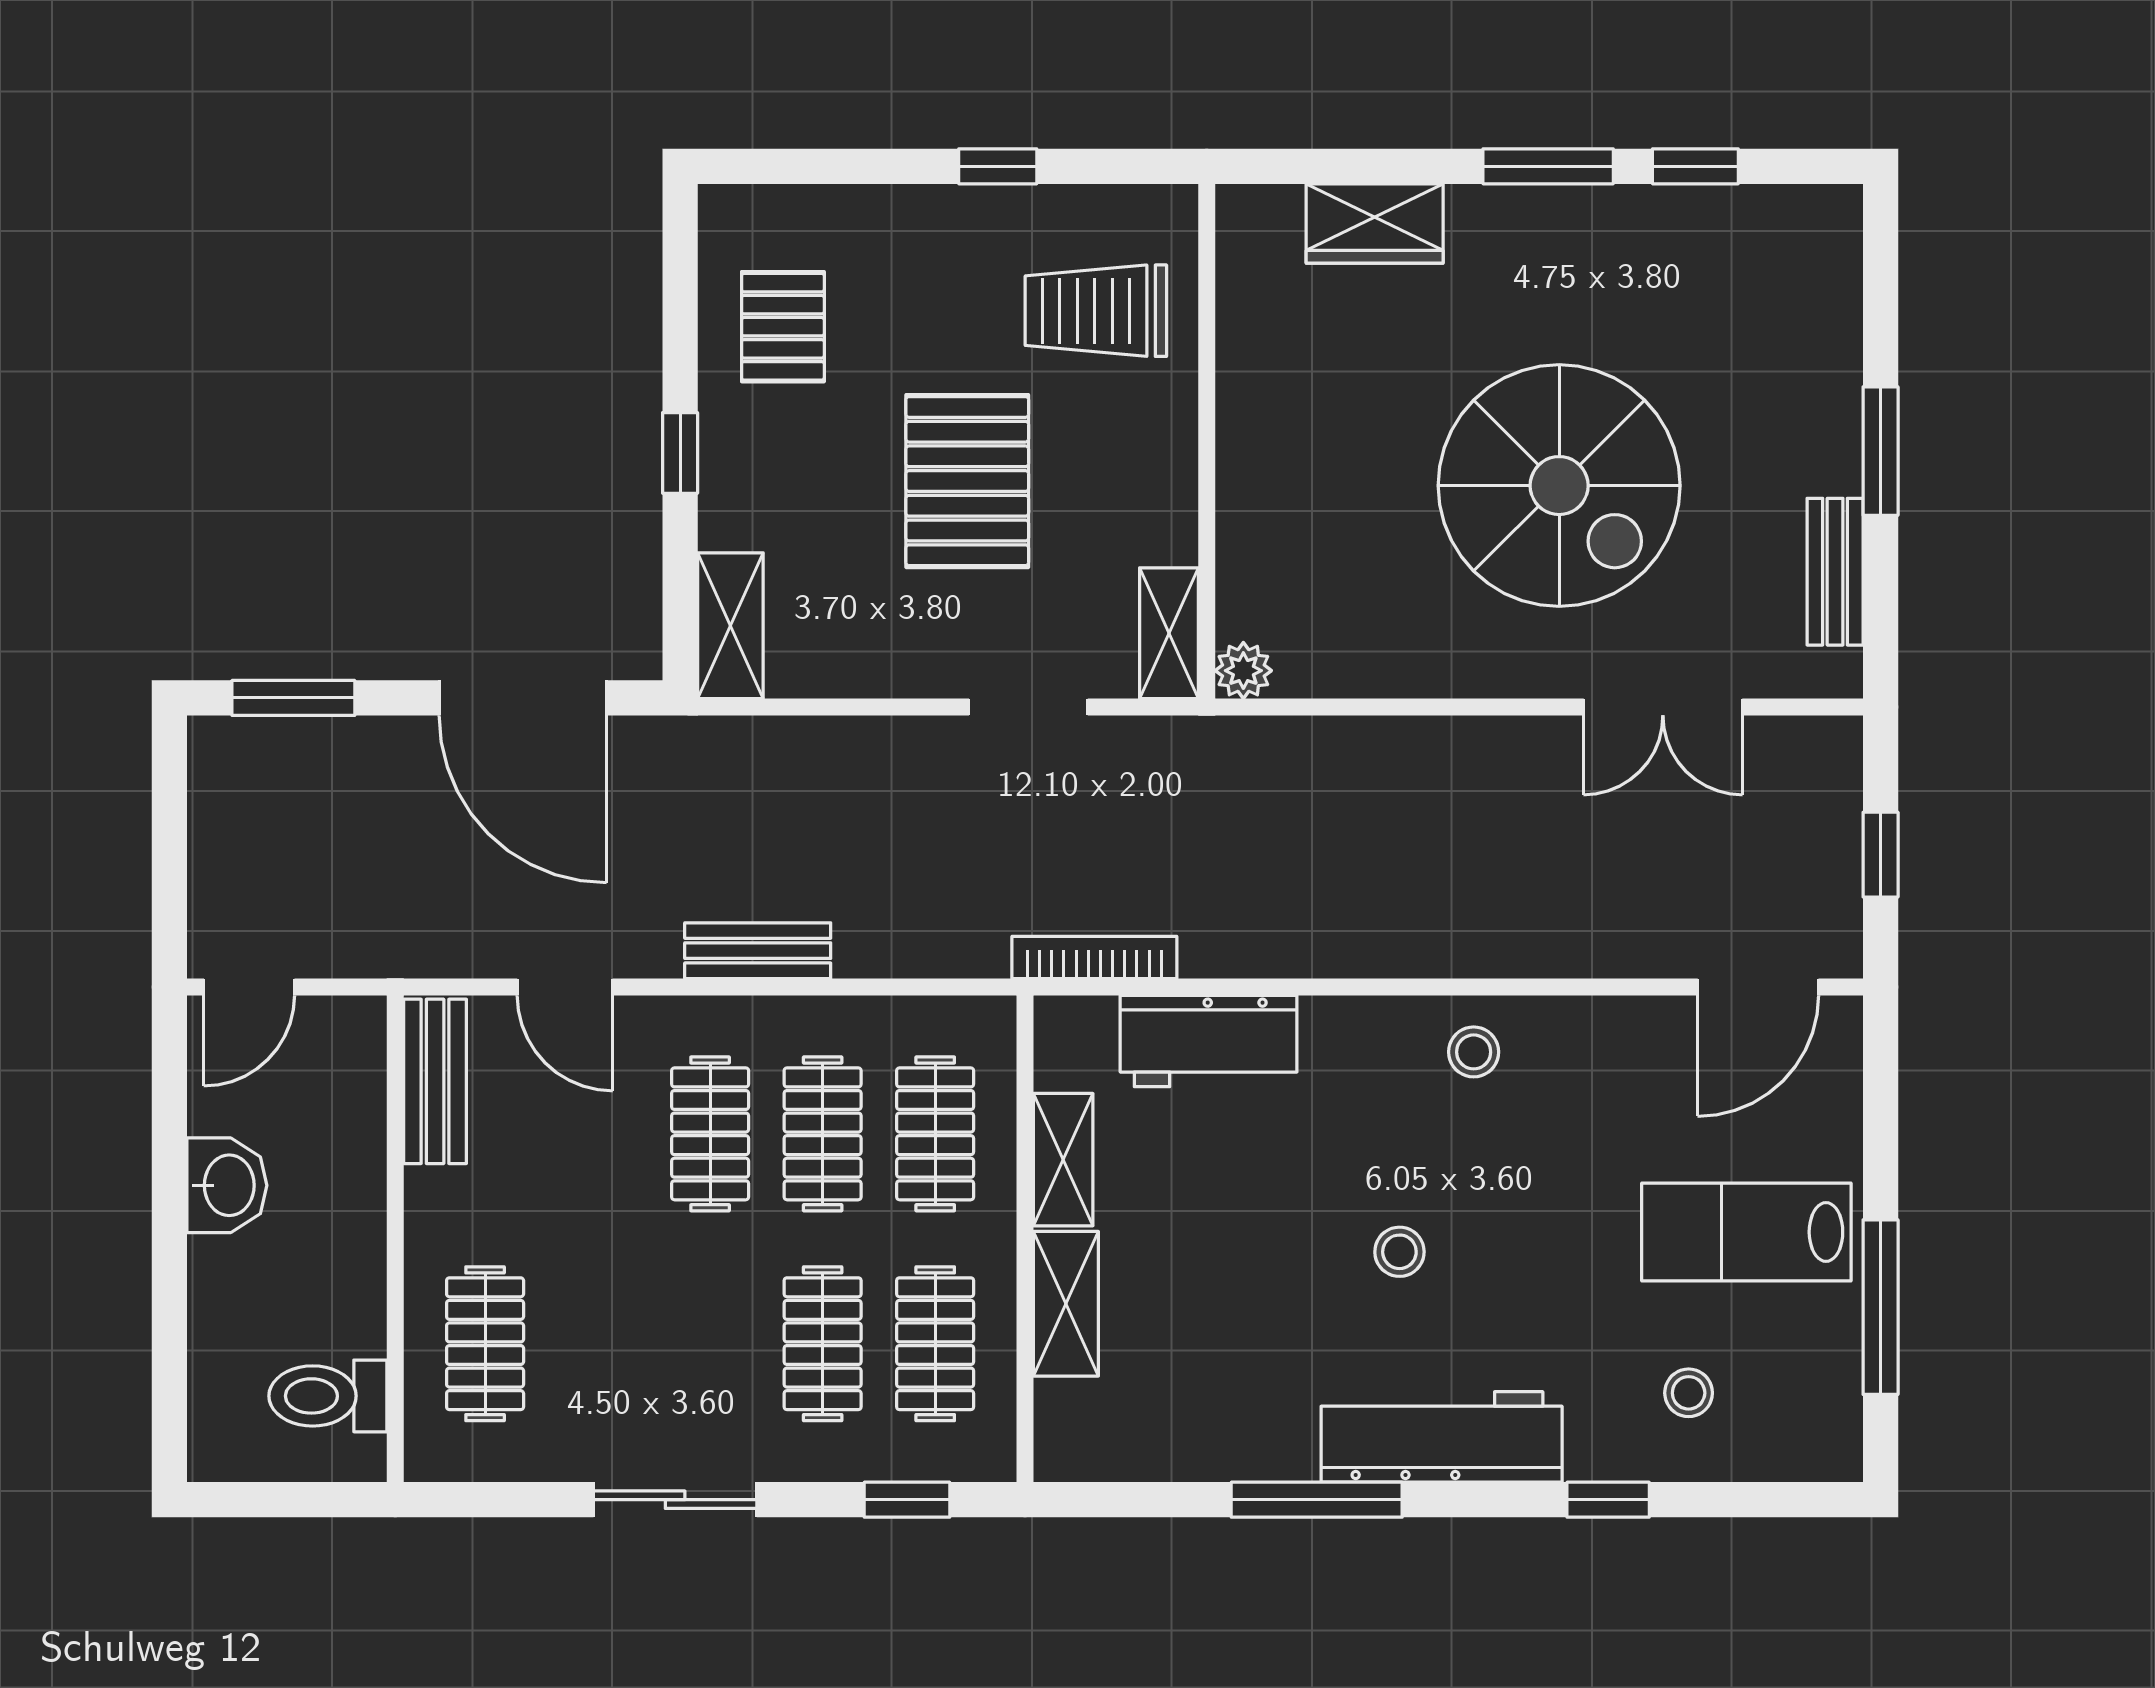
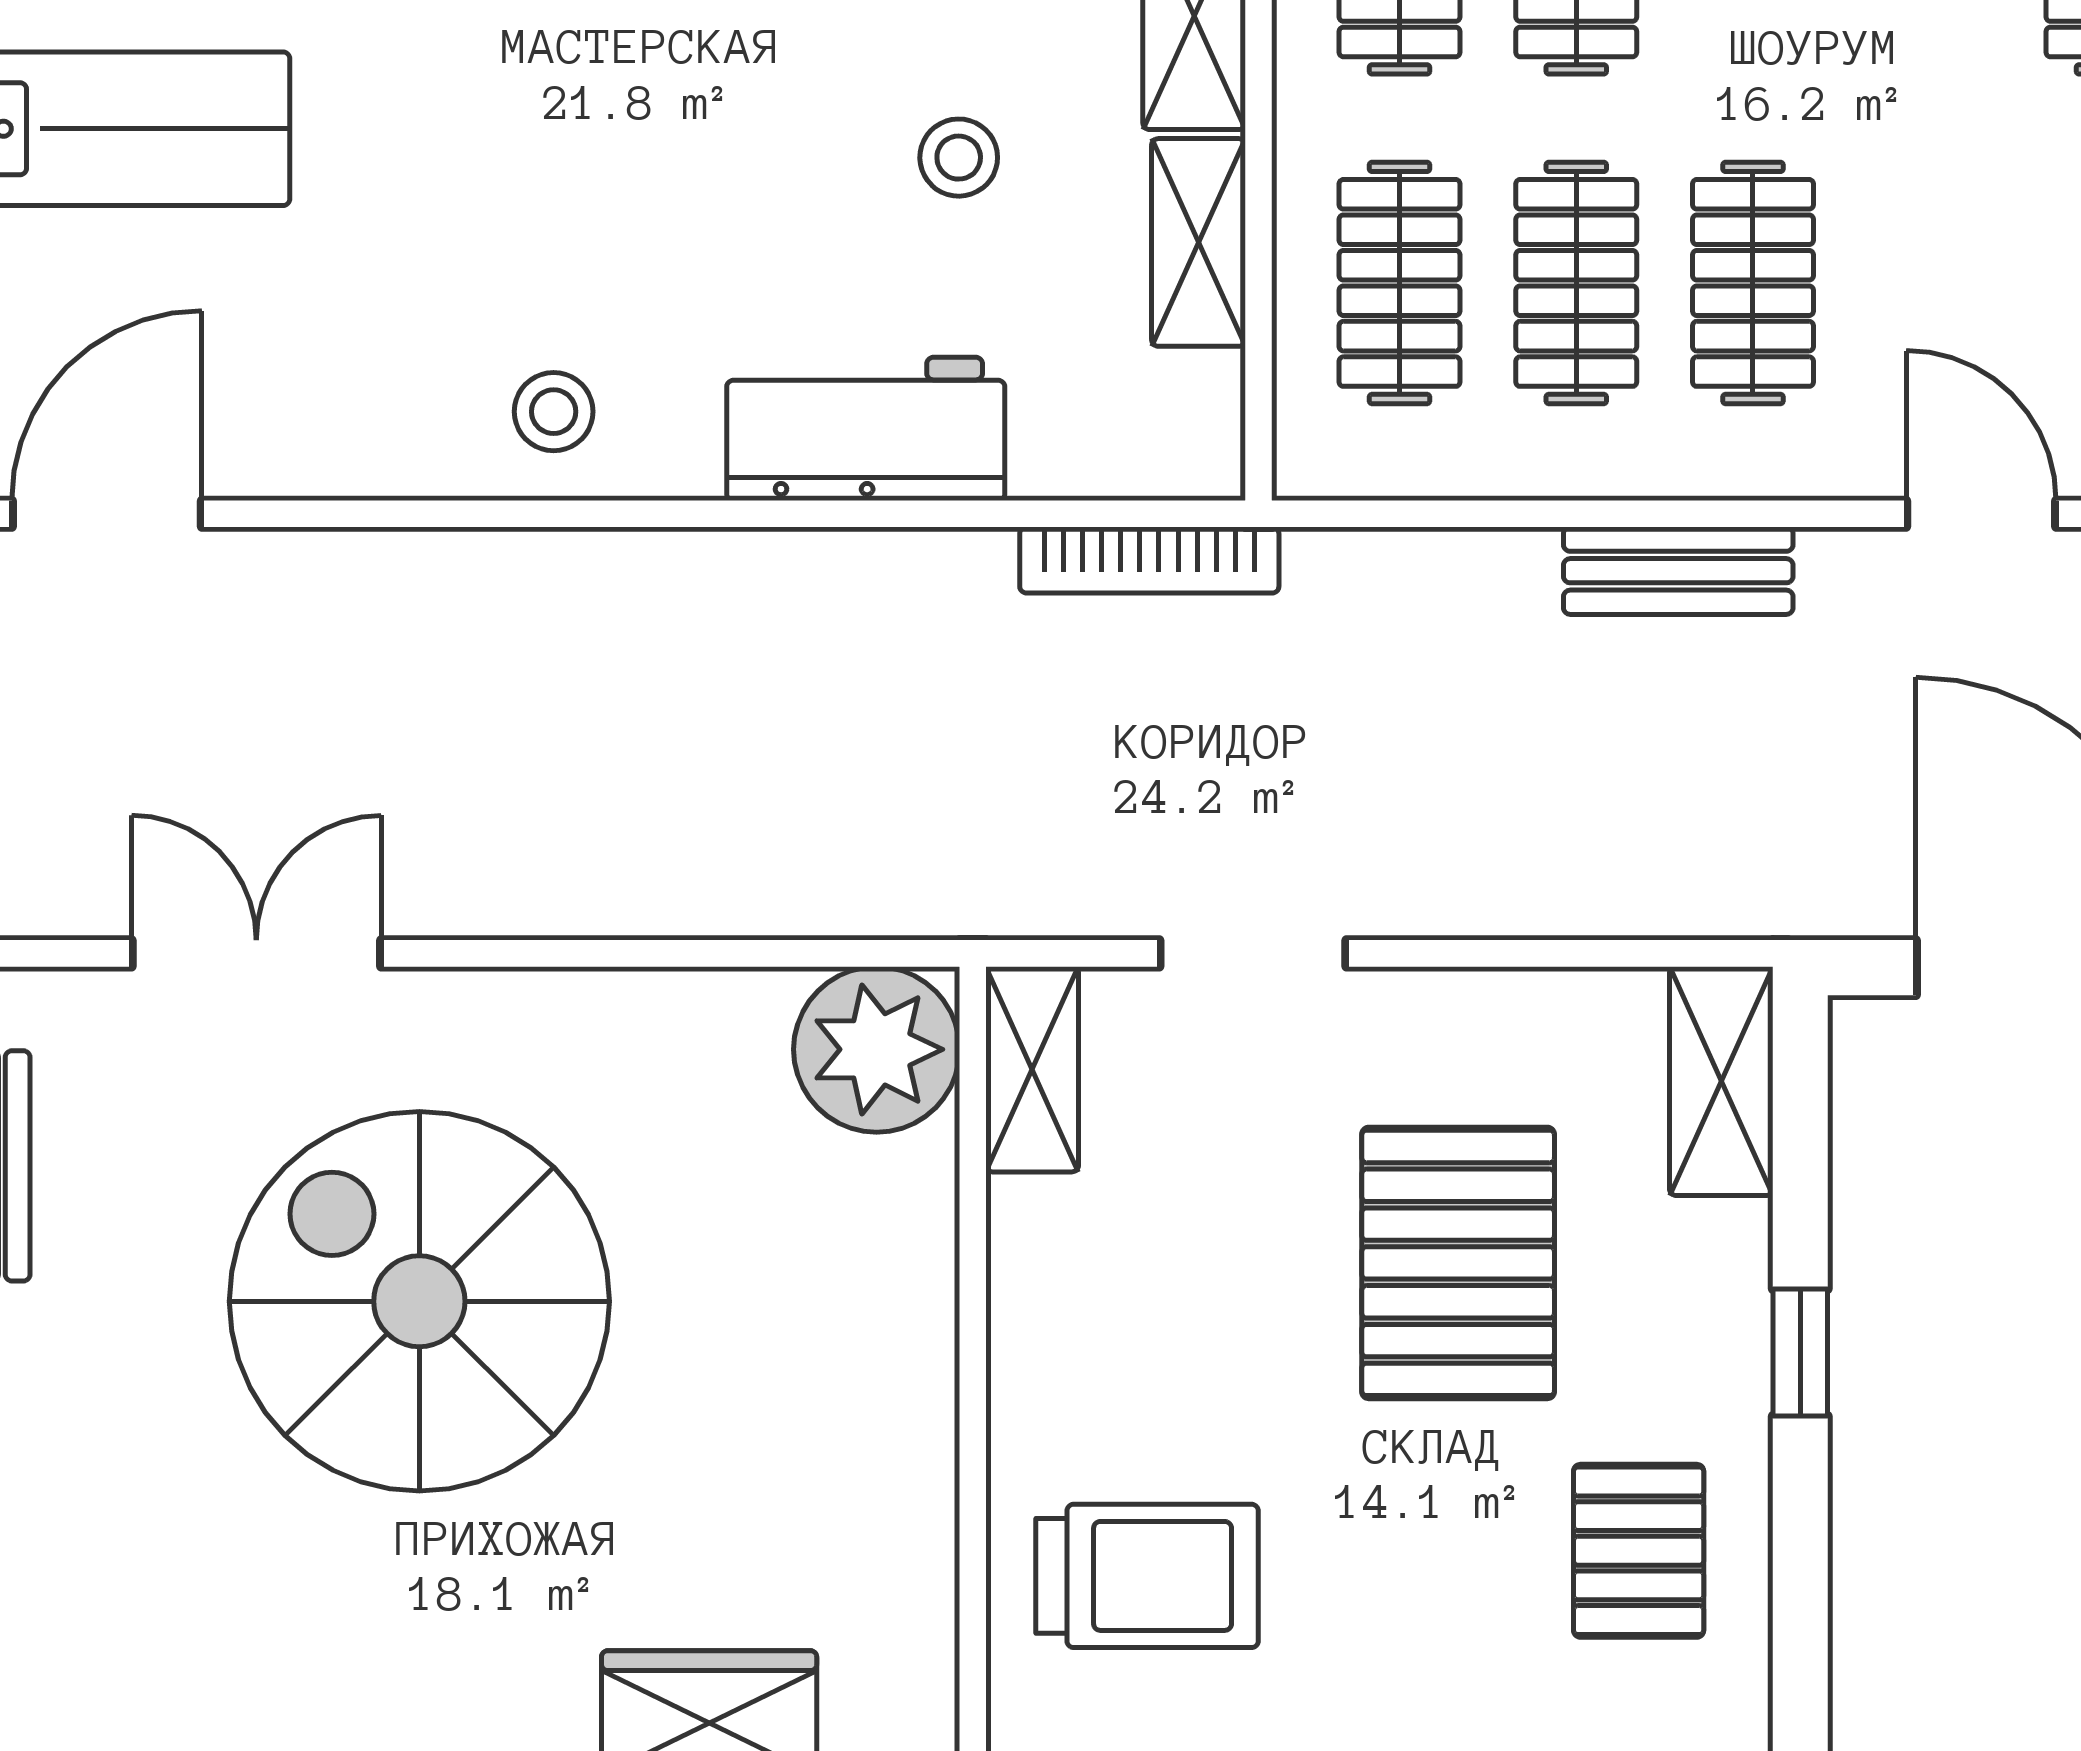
pallet: (967, 481) -> (1458, 1263), moved
plant: (1243, 671) -> (877, 1049), width x1.87, depth x1.87
workbench: (1209, 1041) -> (866, 429), moved
stool: (1399, 1252) -> (959, 158), moved

